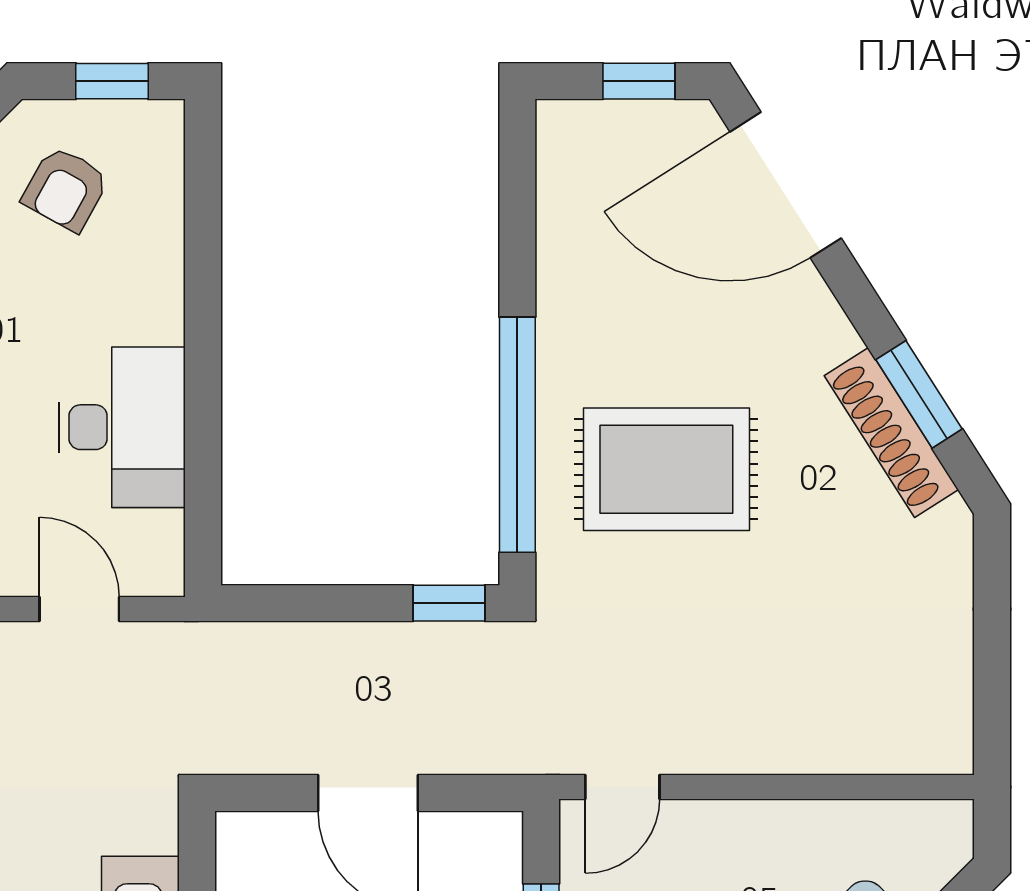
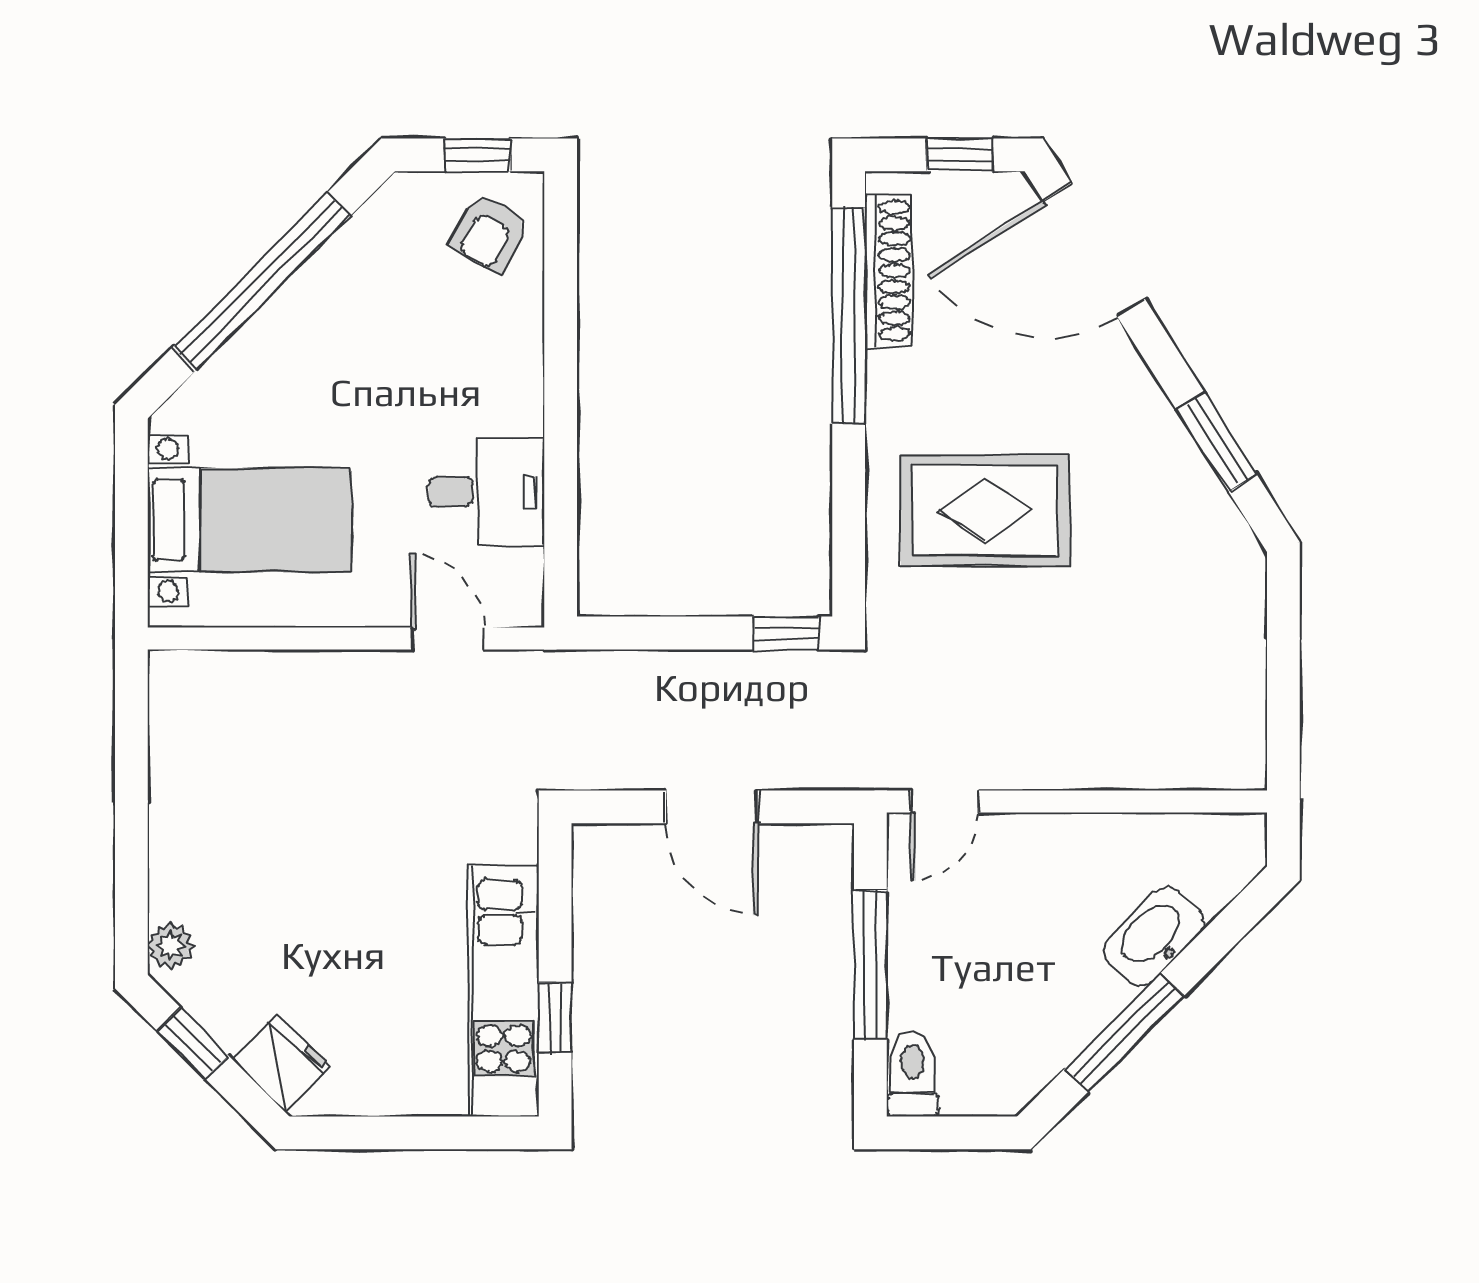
armchair: (66, 189) -> (489, 233), moved
desk: (122, 427) -> (487, 492), width x0.73
shoe rack: (891, 433) -> (889, 271), moved, turned -148
window: (517, 435) -> (849, 316), moved

